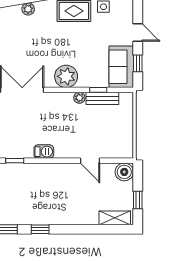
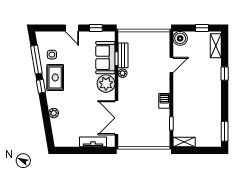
door: (138, 33) -> (72, 28), swing flipped
sofa: (121, 67) -> (105, 58), moved, turned 90
window: (40, 229) -> (225, 74), moved

